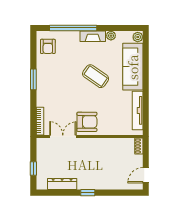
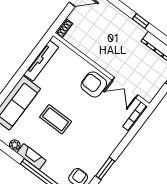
coffee table: (96, 76) -> (56, 119), turned -35
window: (33, 79) -> (105, 168), moved

